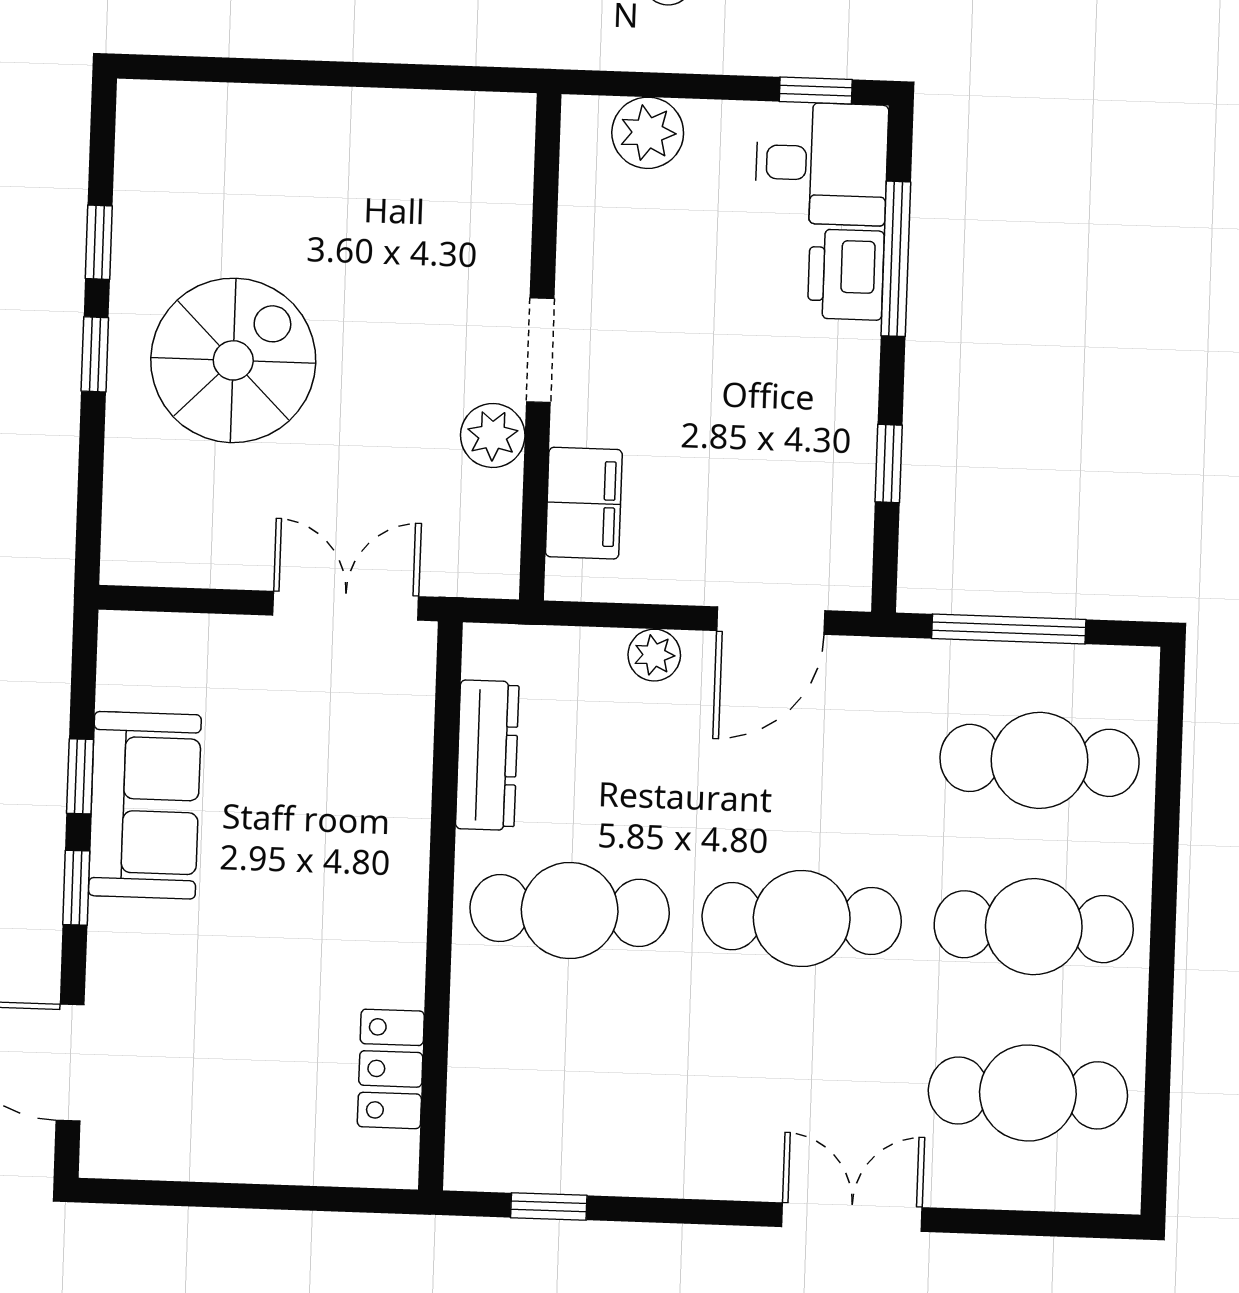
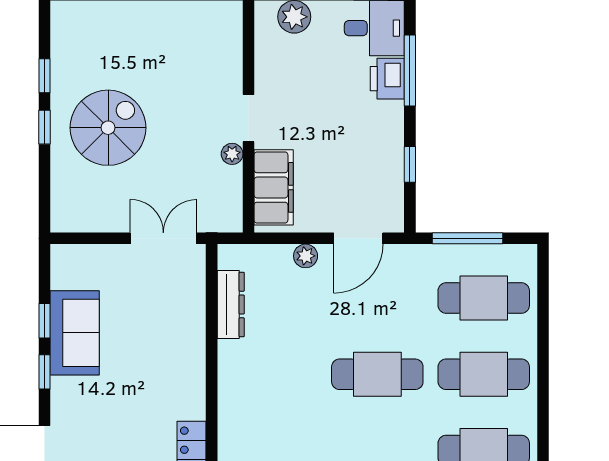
plant: (493, 435) -> (232, 154), width x0.73, depth x0.73
filing cabinet: (584, 503) -> (274, 187), width x1.50, depth x1.17
cafe table: (570, 910) -> (271, 374), removed

